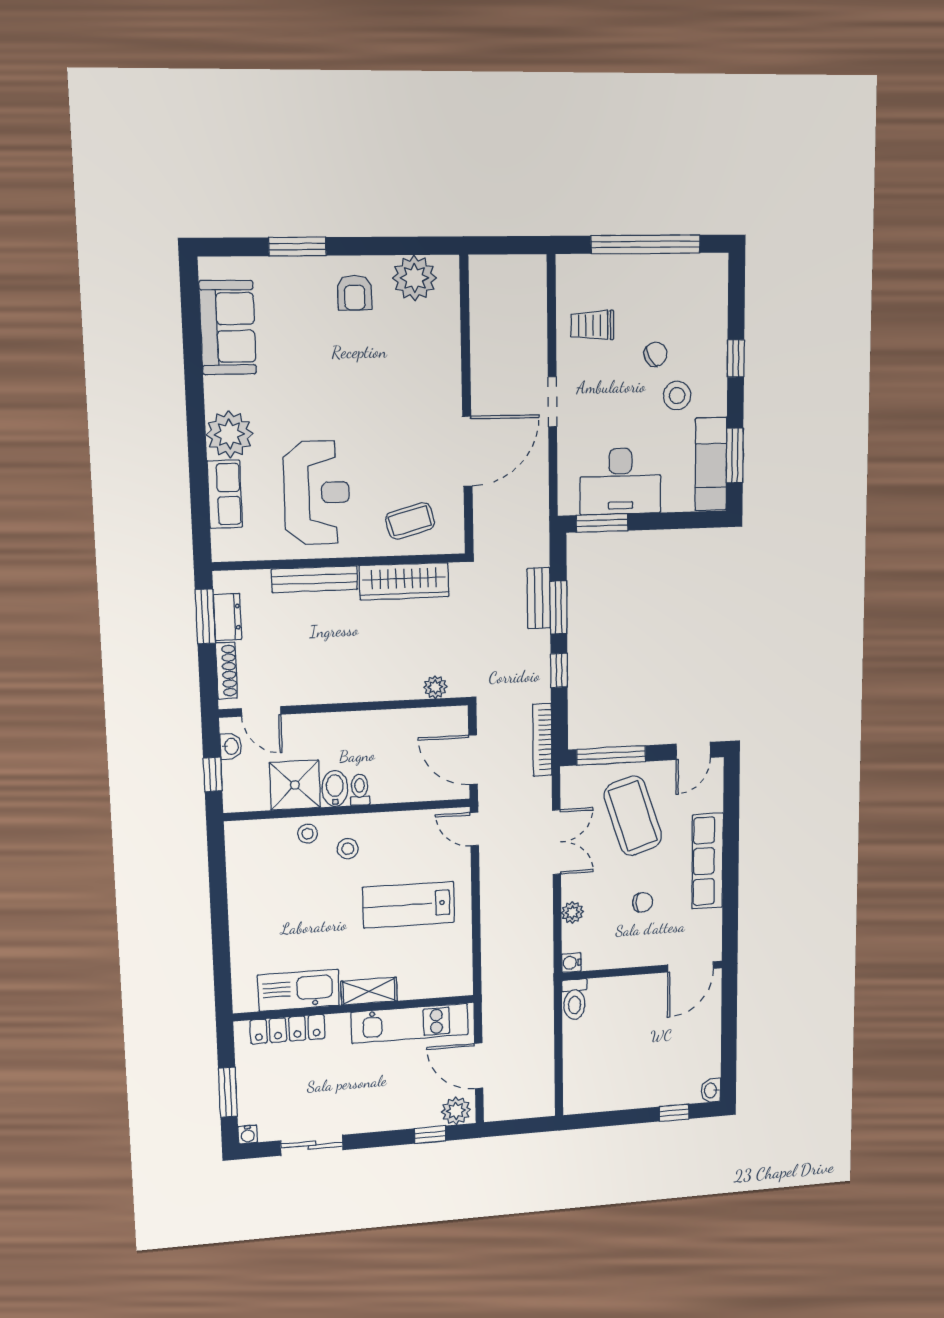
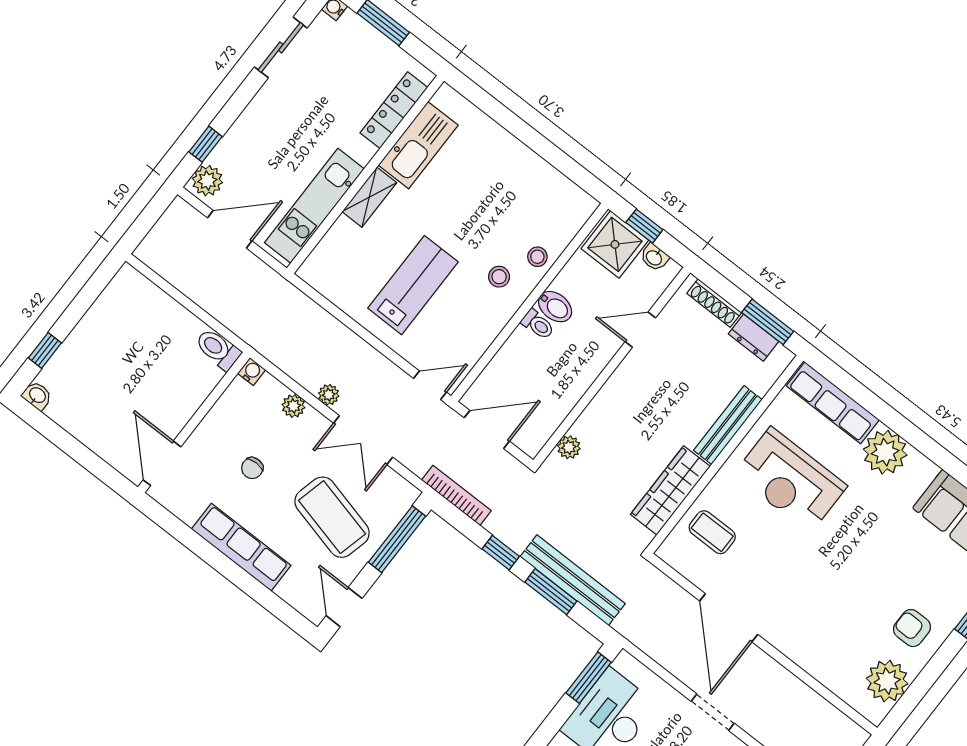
row of seats: (225, 494) -> (833, 403), width x1.48
coffee table: (410, 521) -> (712, 532), turned -75
bench: (539, 598) -> (573, 580), width x1.86, depth x1.21
door: (261, 711) -> (640, 330), moved
shower: (295, 785) -> (615, 244), moved
coffee table: (633, 816) -> (332, 517), turned 32
plant: (543, 895) -> (329, 395), added

